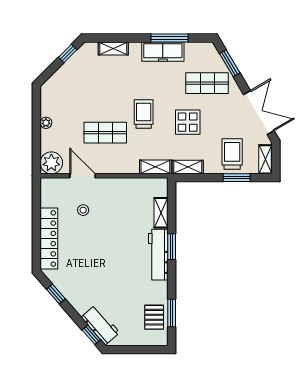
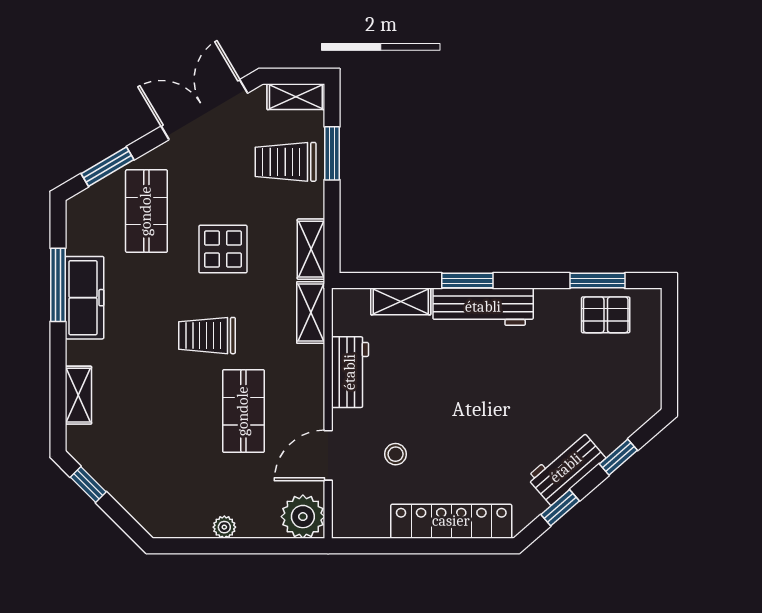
workbench: (125, 187) -> (350, 372), added
workbench: (100, 325) -> (566, 468), moved
window: (91, 335) -> (618, 457), moved

